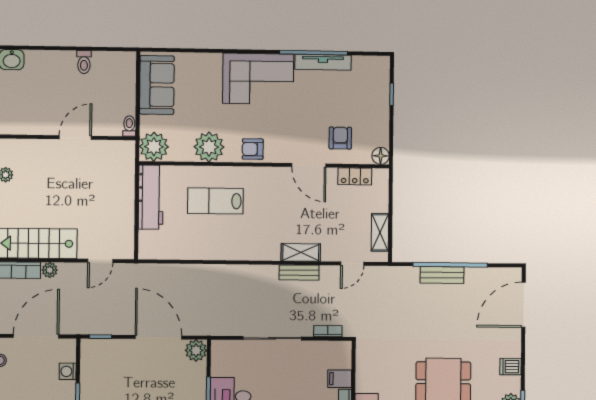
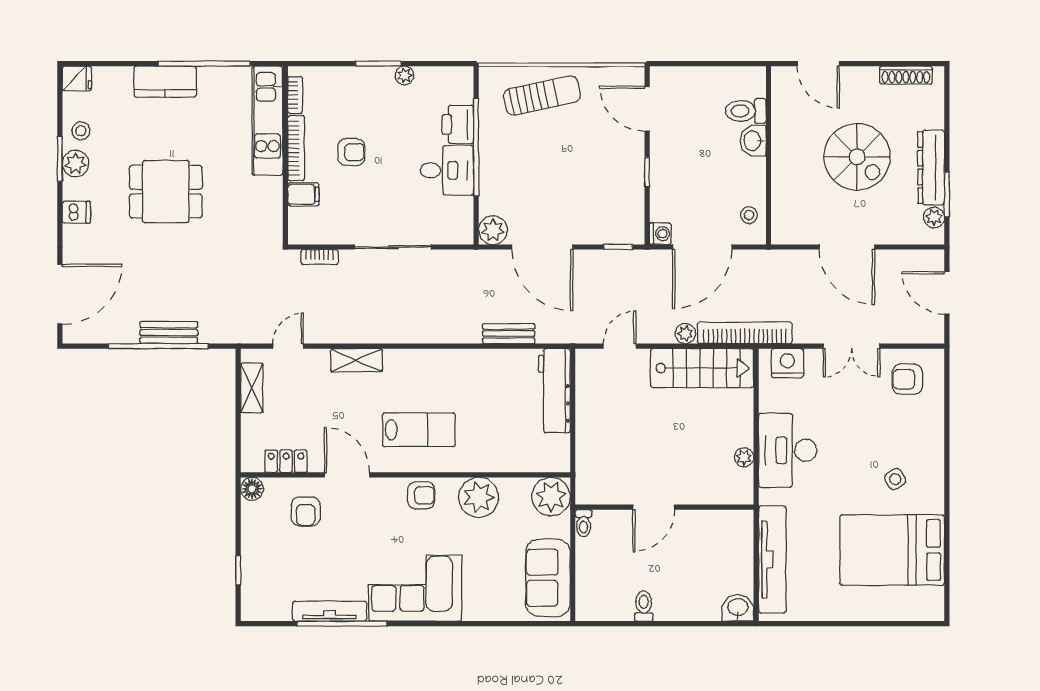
workbench: (151, 197) -> (554, 391), moved
lab bench: (215, 201) -> (419, 430), moved
bench: (299, 273) -> (509, 334), moved
washing machine: (68, 371) -> (660, 234), moved

